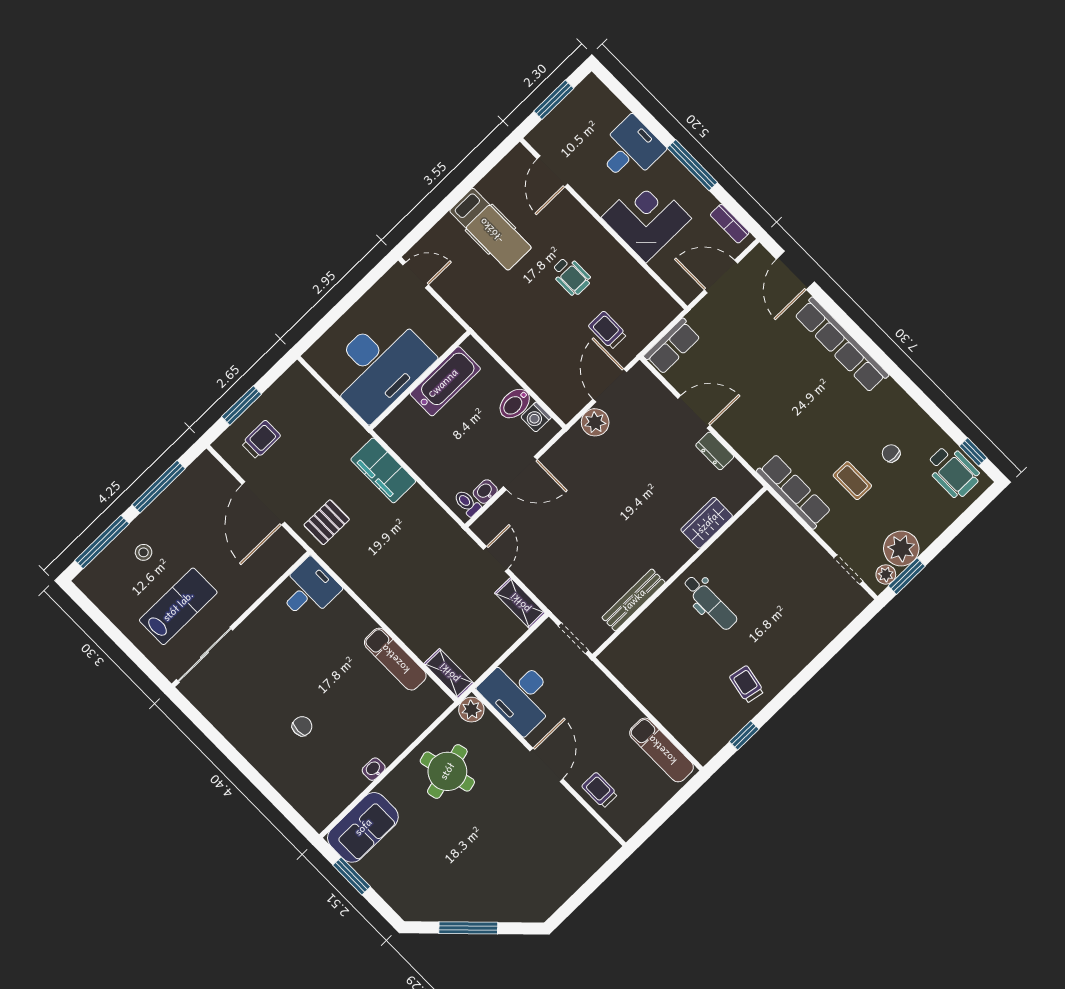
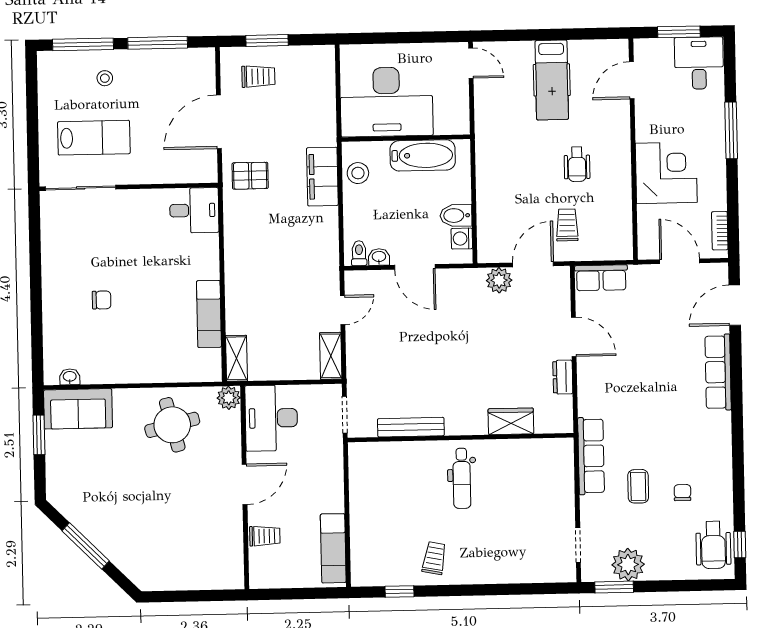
desk: (630, 150) -> (699, 63), moved, turned -90
window: (692, 165) -> (731, 130), moved
row of seats: (842, 345) -> (718, 372), width x0.73
stool: (408, 442) -> (358, 173), added
plant: (886, 574) -> (601, 572), removed
washbasin: (374, 769) -> (70, 377), moved
trolley: (600, 790) -> (265, 536), turned 90

